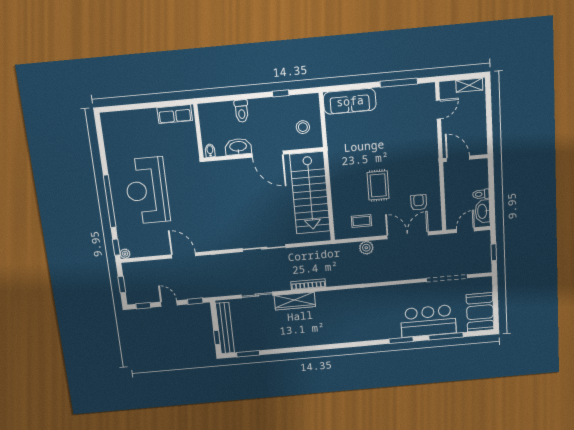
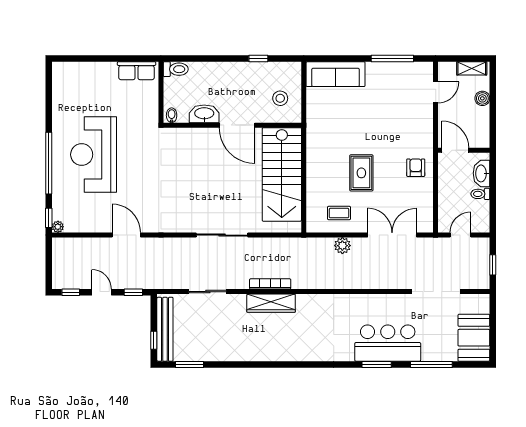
toilet: (242, 111) -> (176, 69), moved, turned -90
boiler: (480, 111) -> (482, 98), added
armchair: (419, 202) -> (416, 168), moved
washbasin: (483, 211) -> (481, 173), moved
window: (122, 285) -> (49, 264), removed
wardrobe: (295, 301) -> (271, 303), moved
bar counter: (428, 321) -> (388, 343), moved

